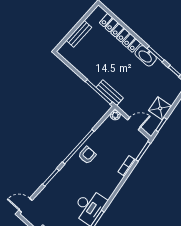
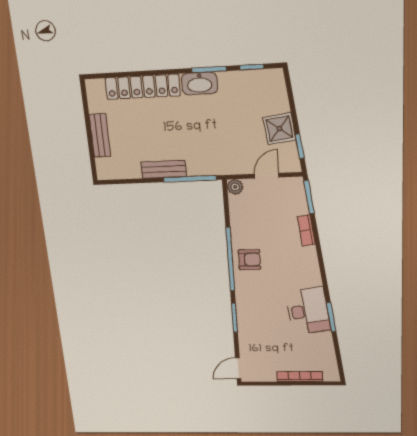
bench: (110, 93) -> (164, 169), moved
armchair: (87, 155) -> (249, 260), turned 90

